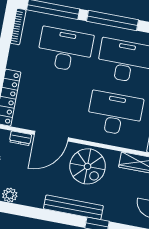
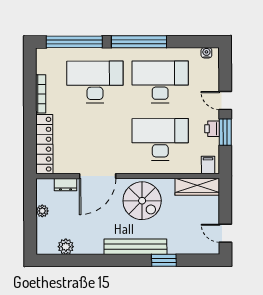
bookcase: (18, 27) -> (41, 94), moved

